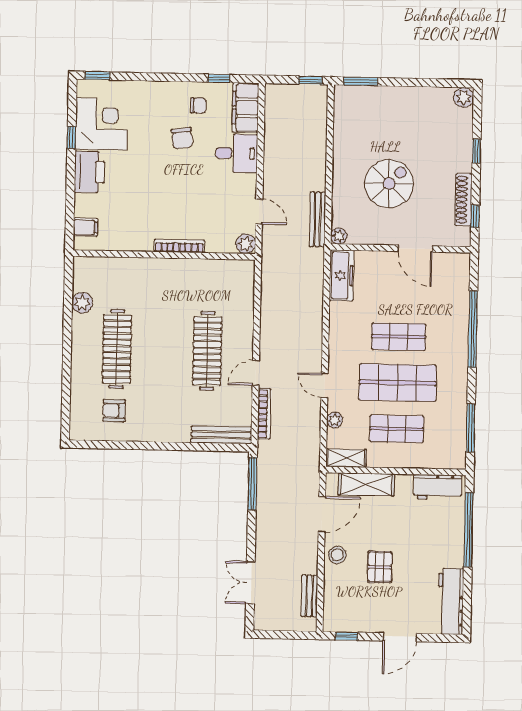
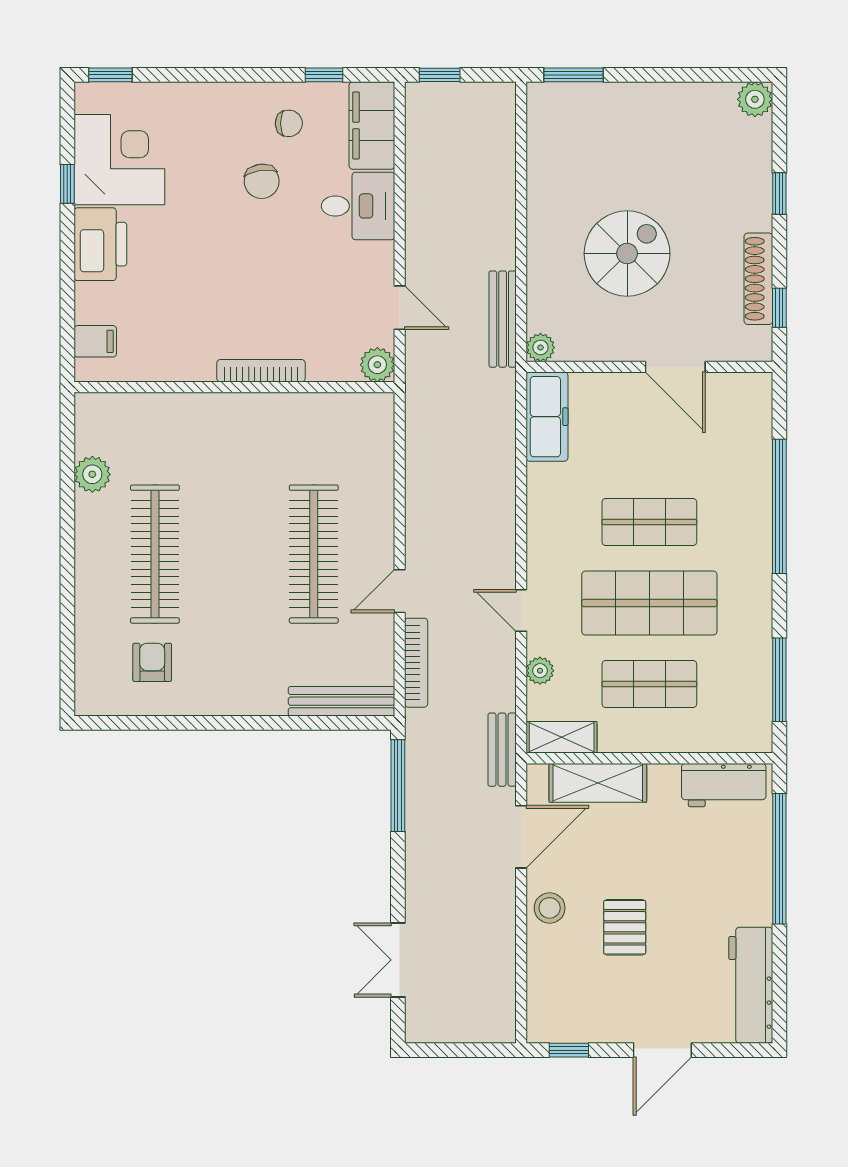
window: (310, 80) -> (440, 75), moved
armchair: (114, 411) -> (152, 662), turned 90
bench: (309, 596) -> (502, 750), moved

